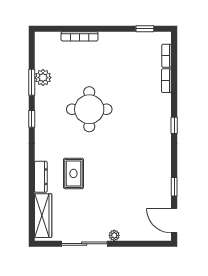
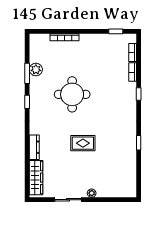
window: (174, 125) -> (139, 94), moved
rug: (73, 173) -> (83, 143), moved, turned 90
window: (174, 187) -> (139, 143), moved
door: (174, 221) -> (139, 182), removed
sliding door: (84, 244) -> (68, 200), width x0.73

